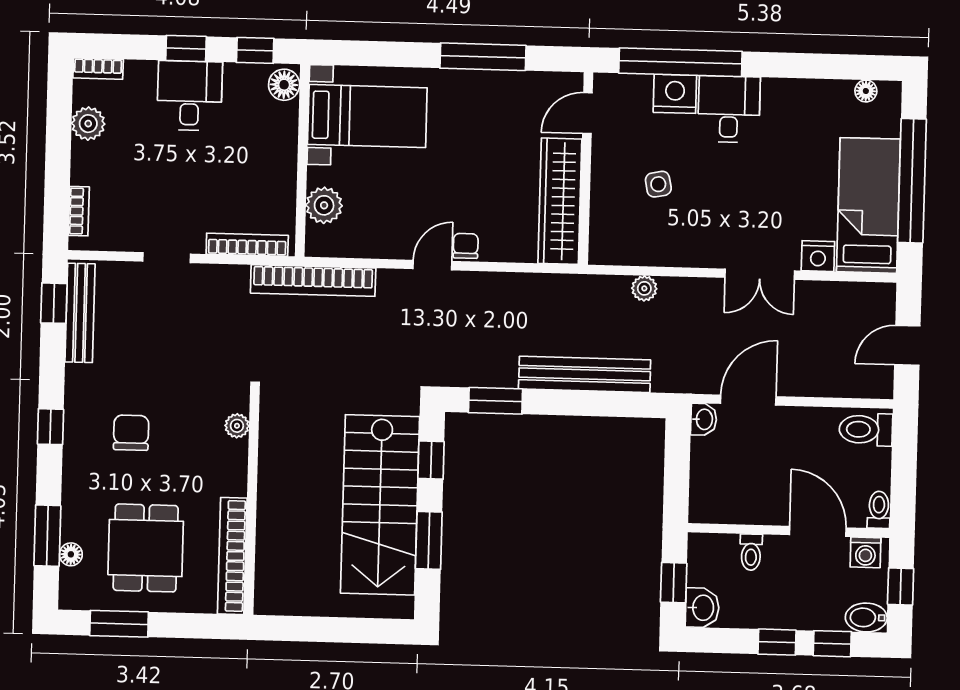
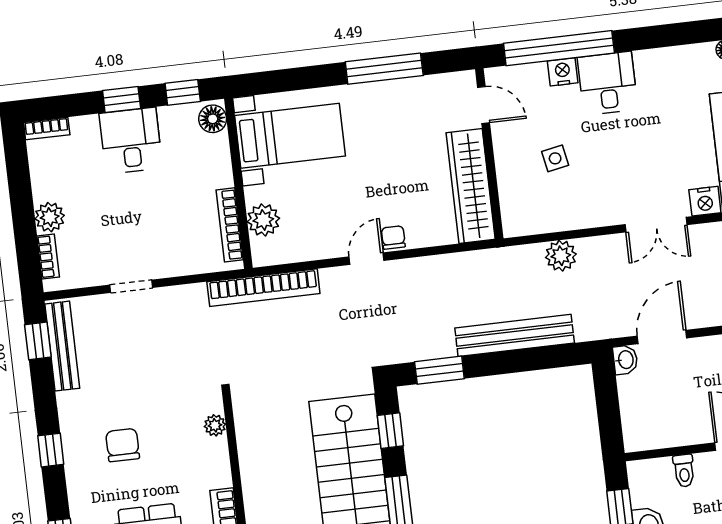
nightstand: (675, 94) -> (563, 72), width x0.74, depth x0.75
door: (587, 113) -> (483, 105), swing flipped
plant: (88, 124) -> (50, 217), moved
bookcase: (247, 245) -> (230, 225), moved, turned -90
plant: (644, 288) -> (561, 256), width x1.38, depth x1.38

